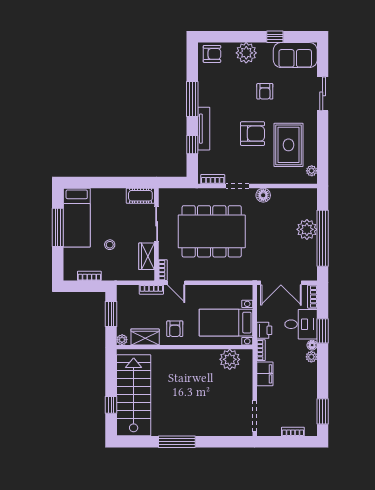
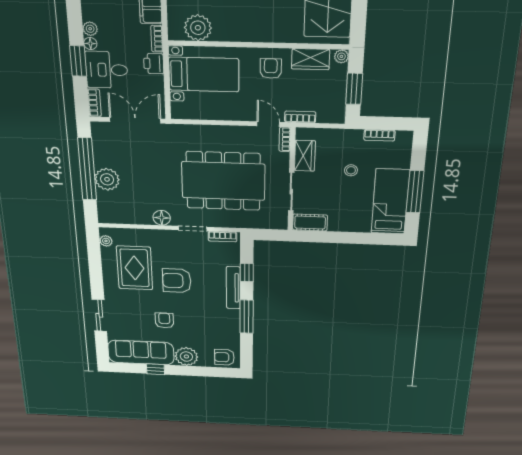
sofa: (295, 55) -> (141, 353), width x1.36

